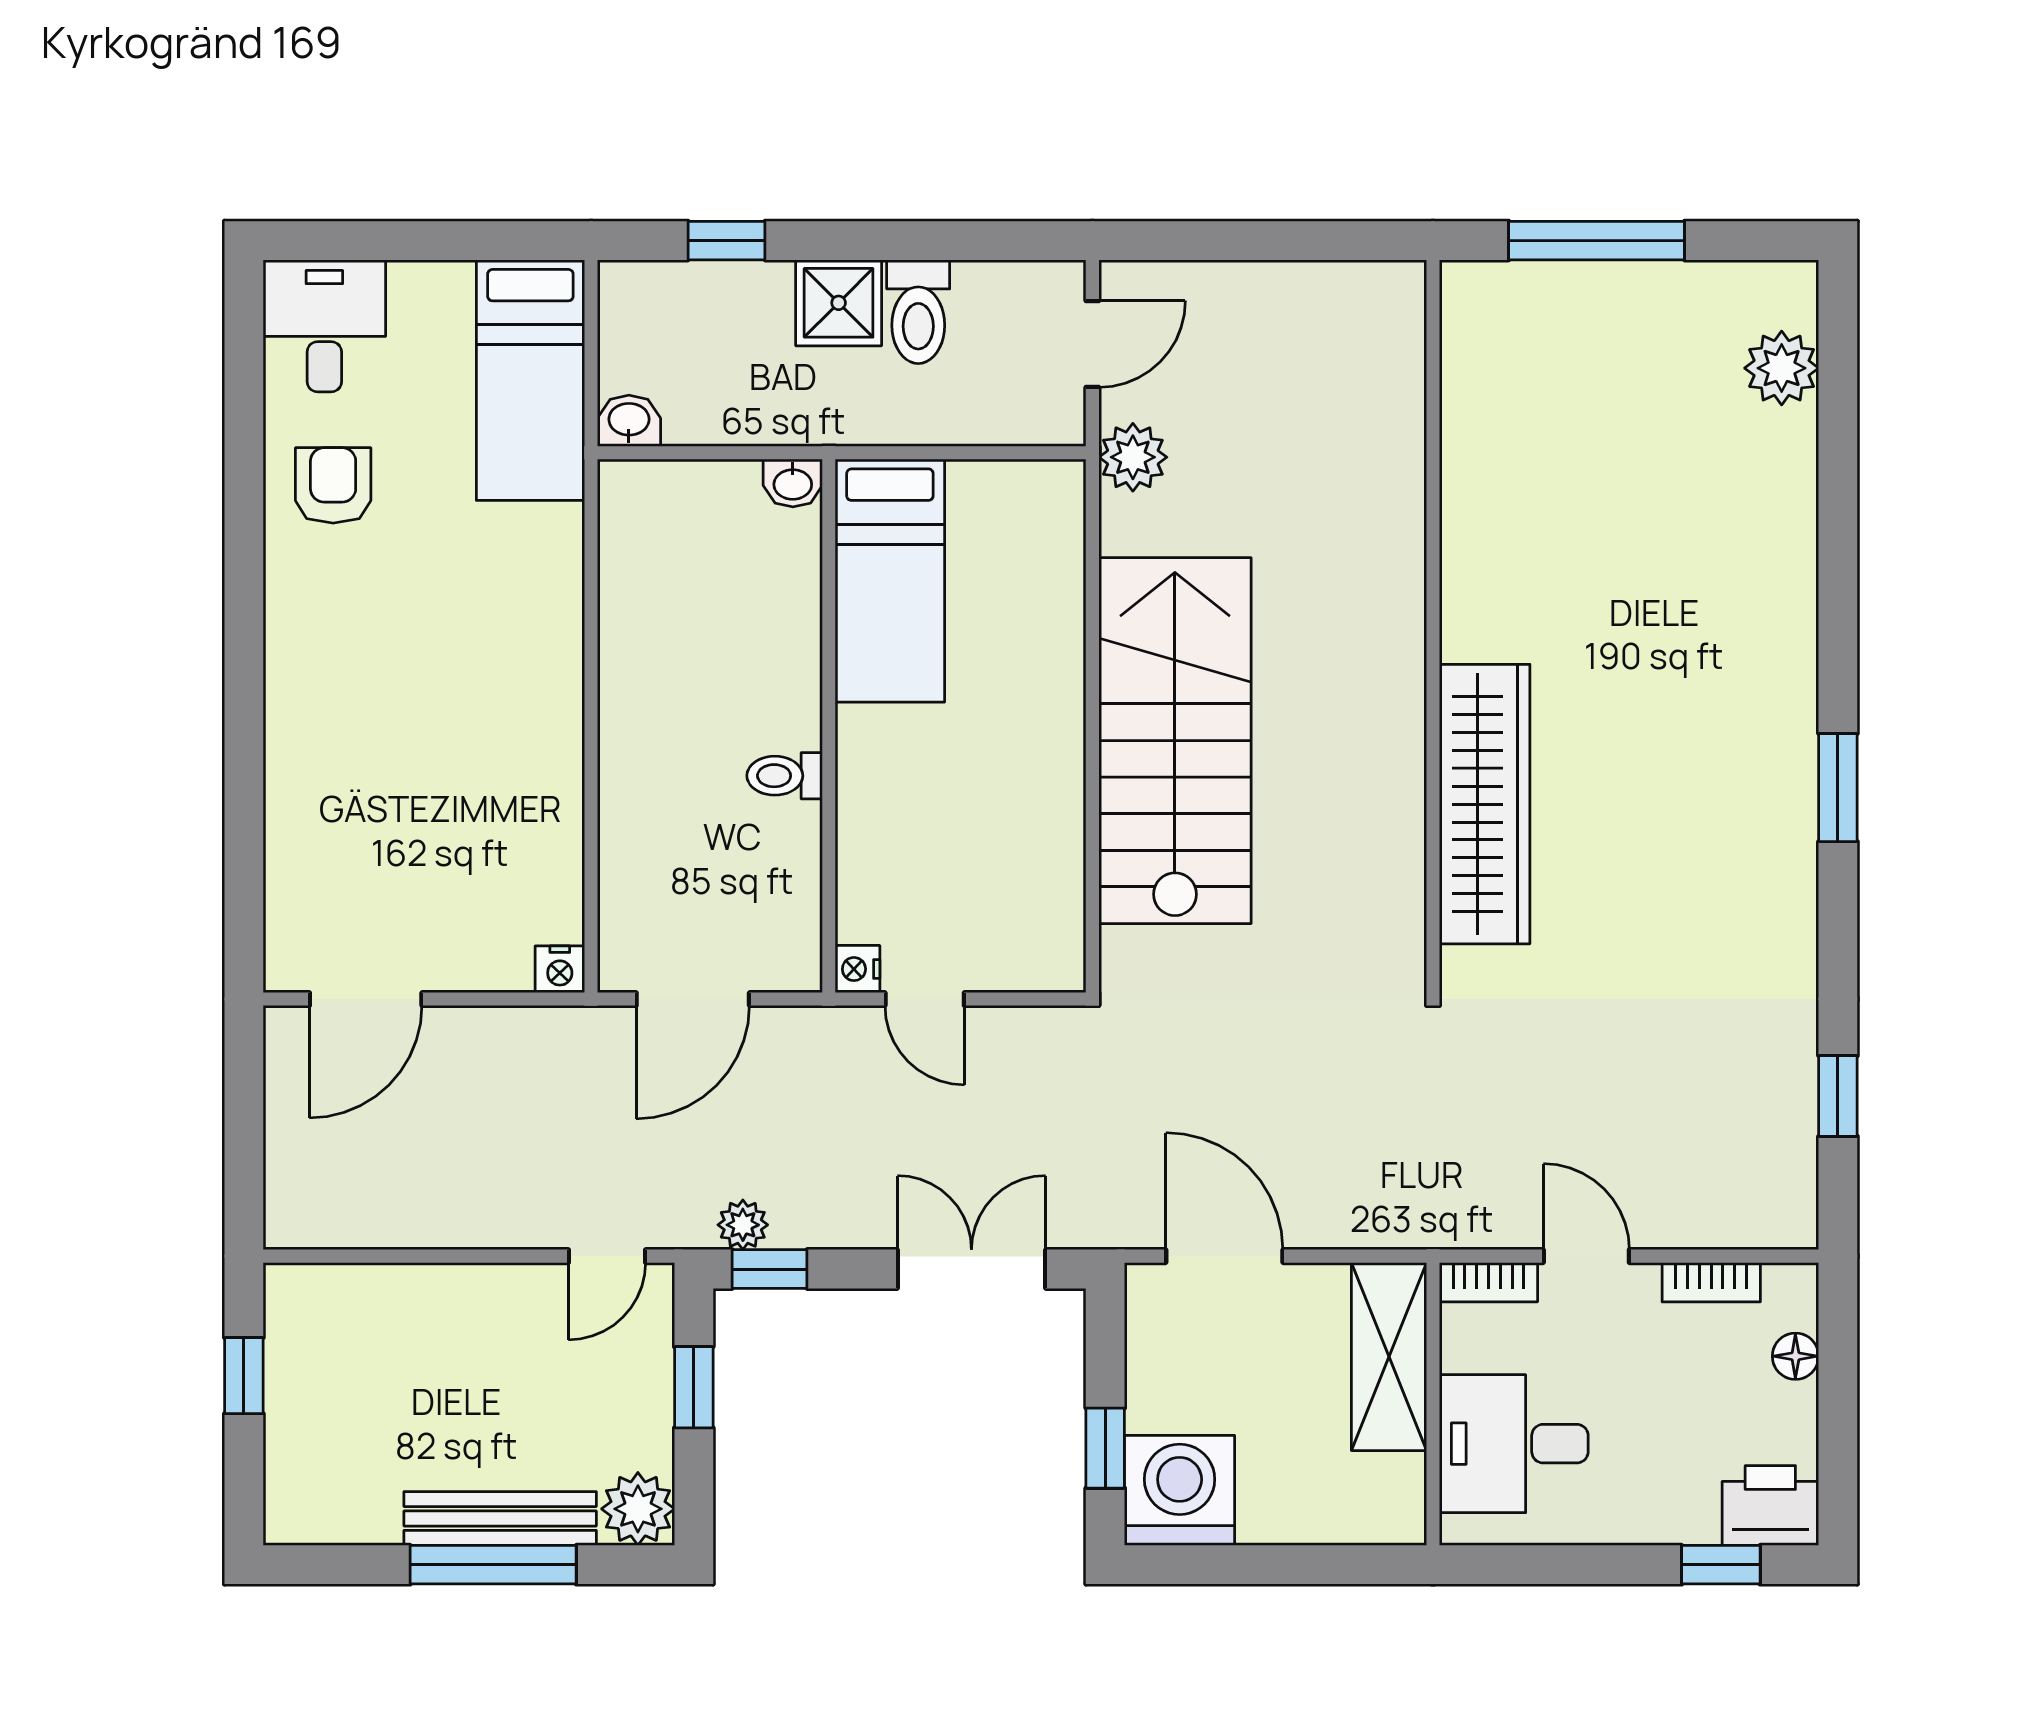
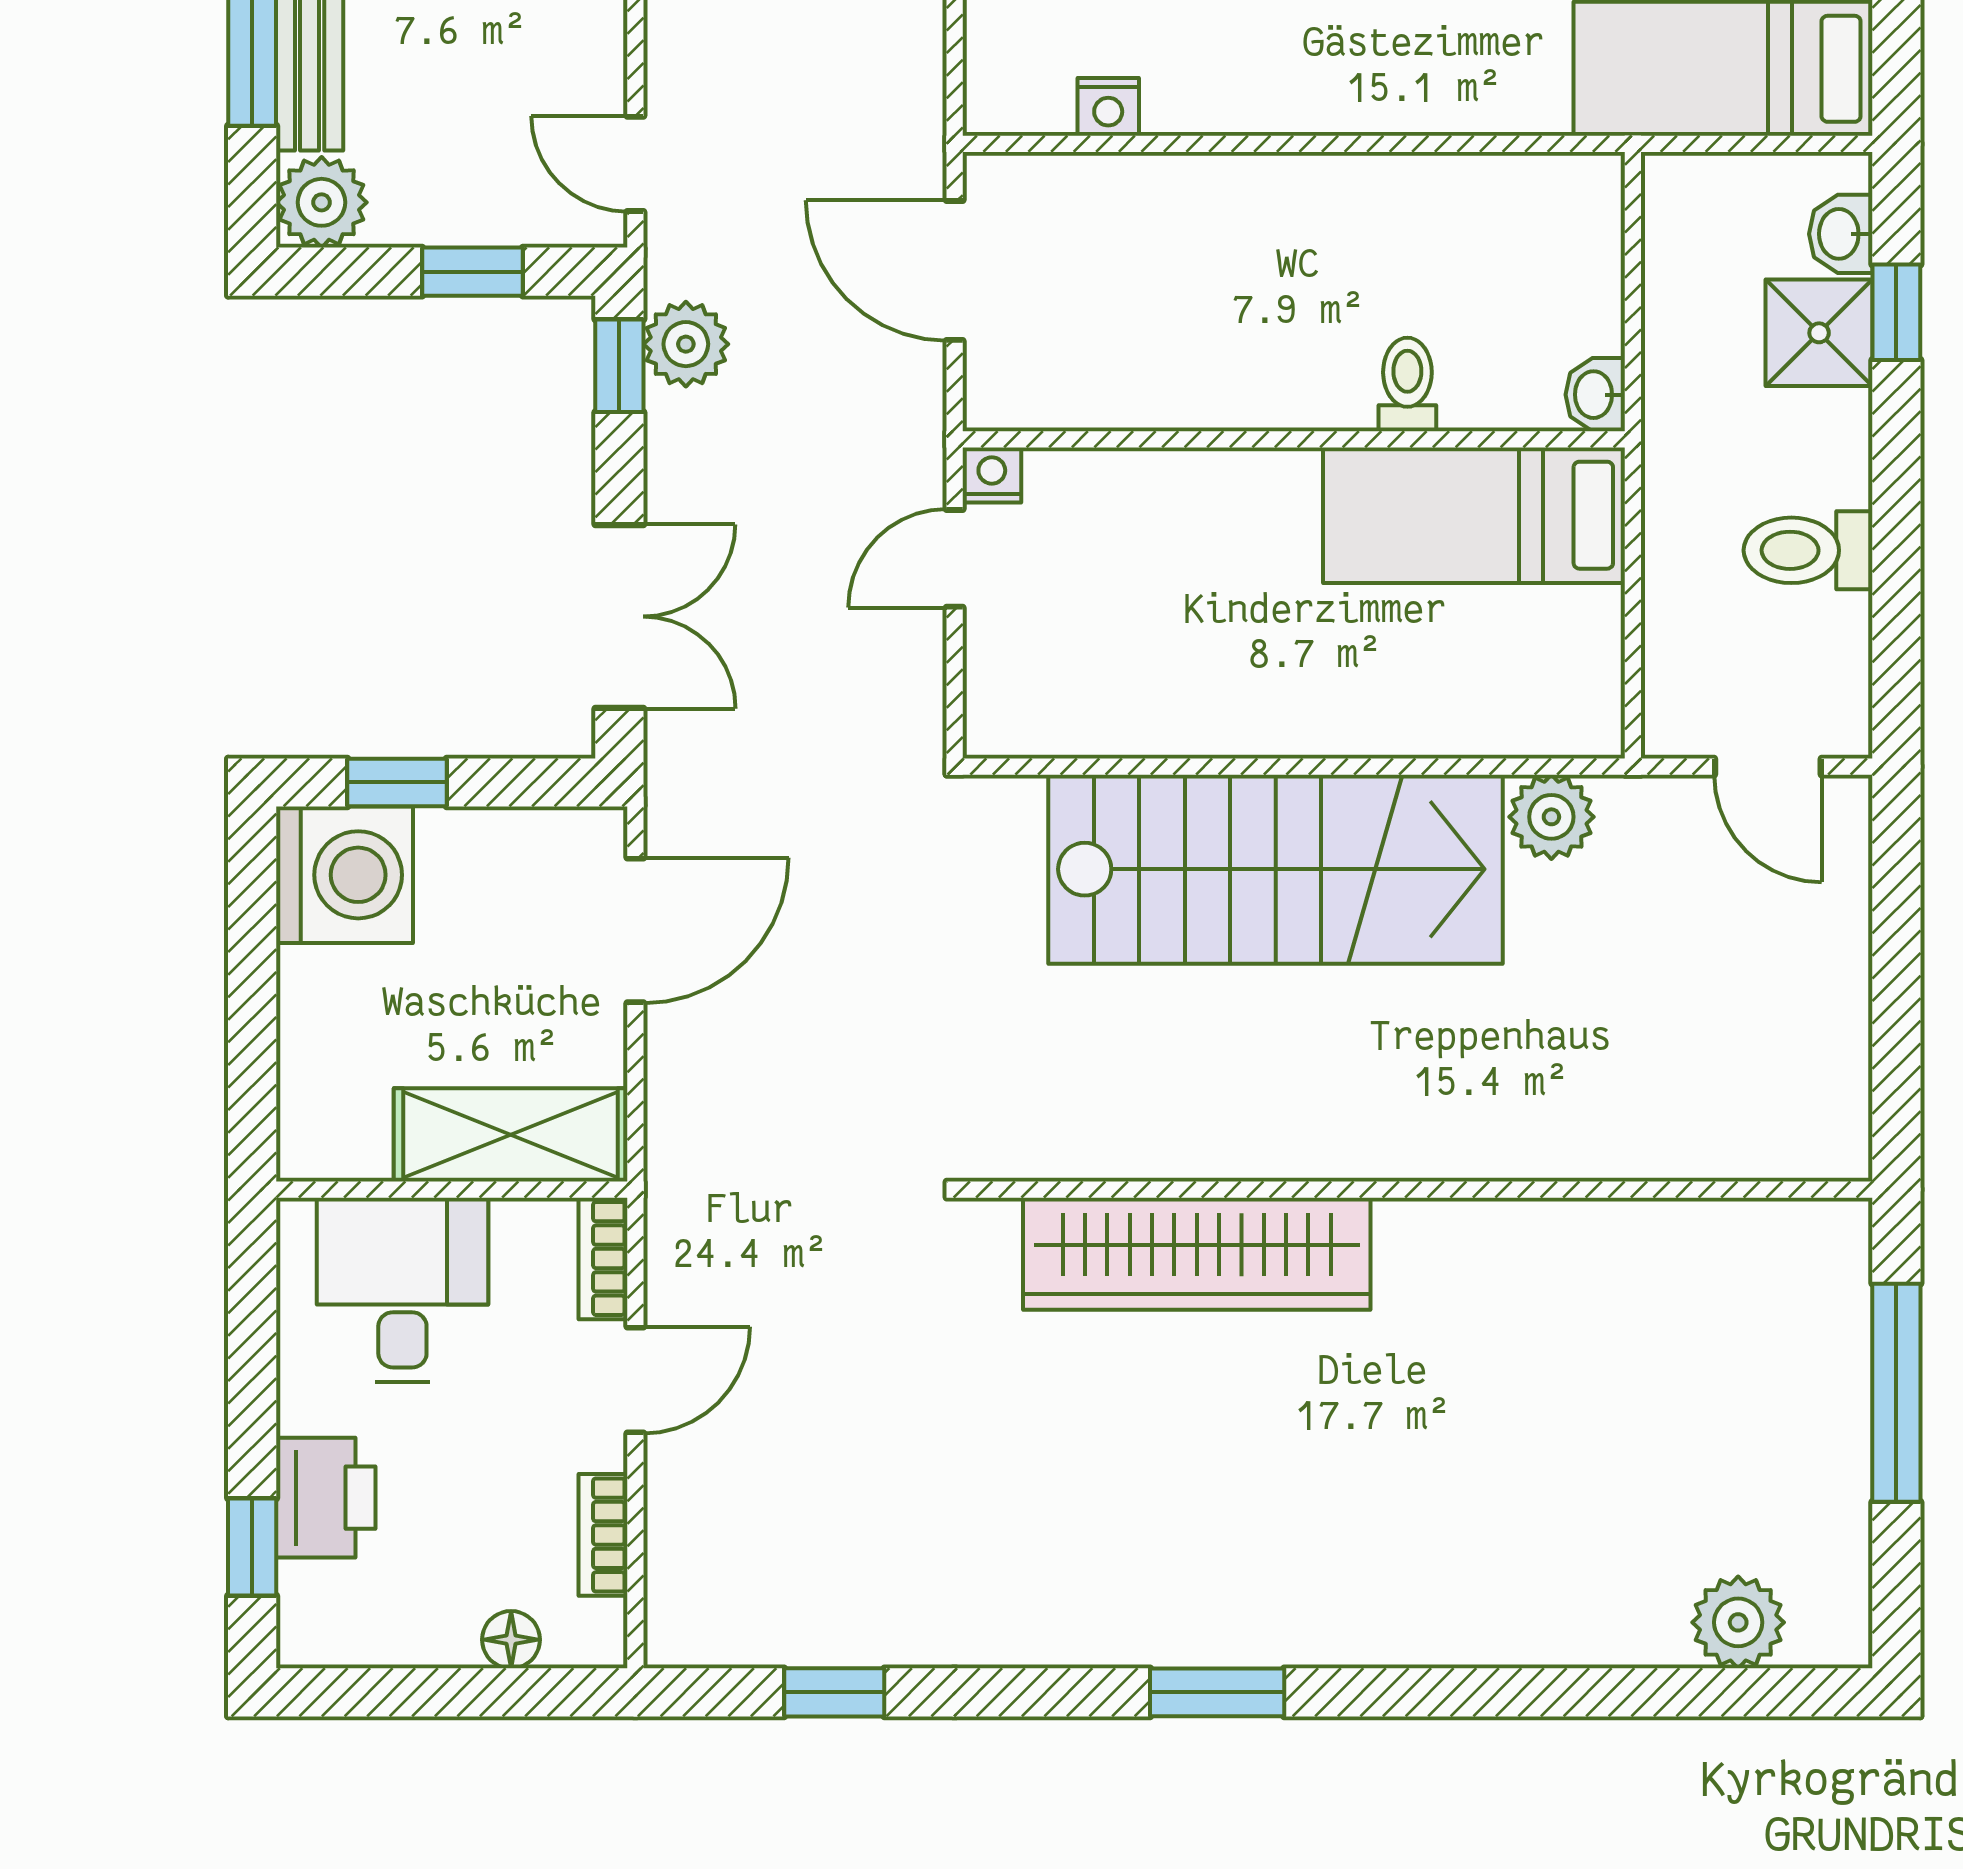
shower: (839, 303) -> (1819, 333), moved
washbasin: (629, 421) -> (1841, 234), moved, turned 180
plant: (1133, 457) -> (1551, 817), moved
toilet: (785, 776) -> (1407, 384), moved
nightstand: (560, 969) -> (1108, 107), moved, turned -90
plant: (743, 1225) -> (686, 344), width x1.38, depth x1.38
printer: (1770, 1505) -> (326, 1498), moved

